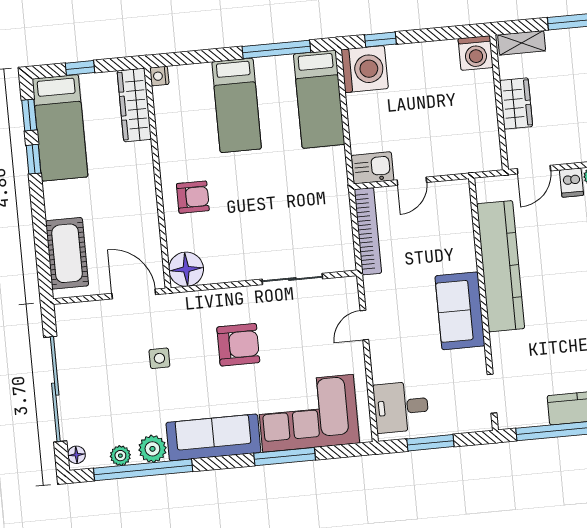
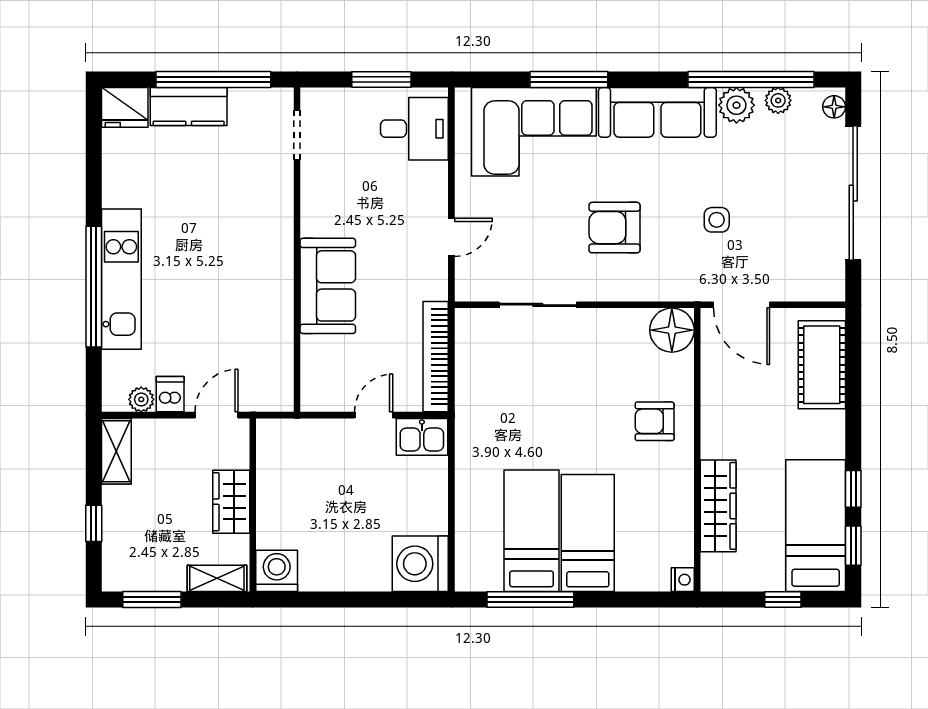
window: (380, 40) -> (397, 600), removed
bed: (319, 99) -> (531, 531), moved
wardrobe: (134, 105) -> (718, 506), moved
kitchen counter: (501, 266) -> (271, 296), removed
sofa: (460, 311) -> (328, 286), moved

